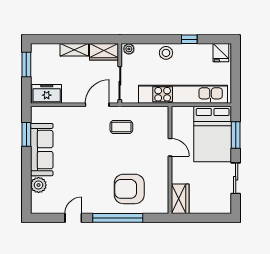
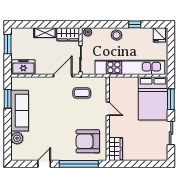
door: (170, 147) -> (108, 109), moved
wall: (170, 160) -> (108, 119), moved
wardrobe: (180, 199) -> (116, 149), moved

